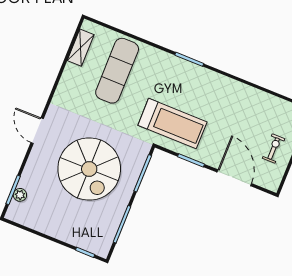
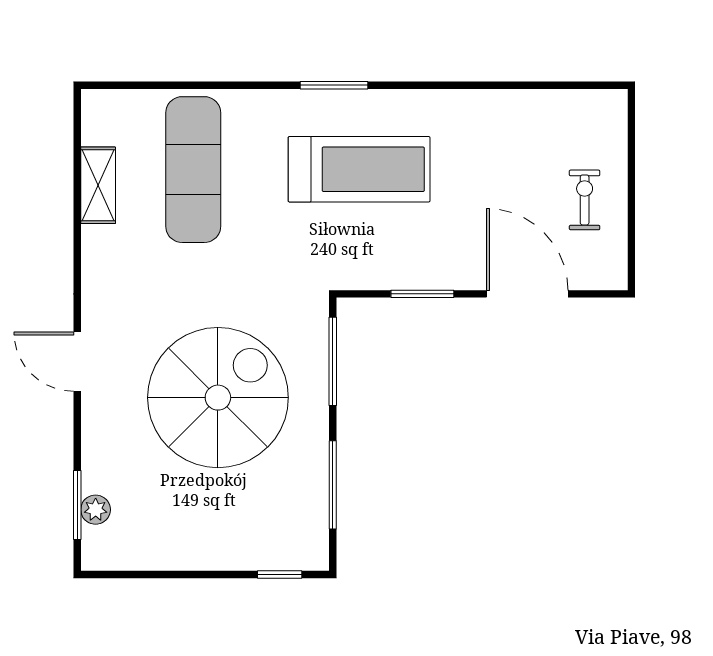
shelving: (81, 48) -> (98, 185), moved
treadmill: (172, 124) -> (359, 169), moved
spiral stairs: (89, 169) -> (218, 398), turned -90

